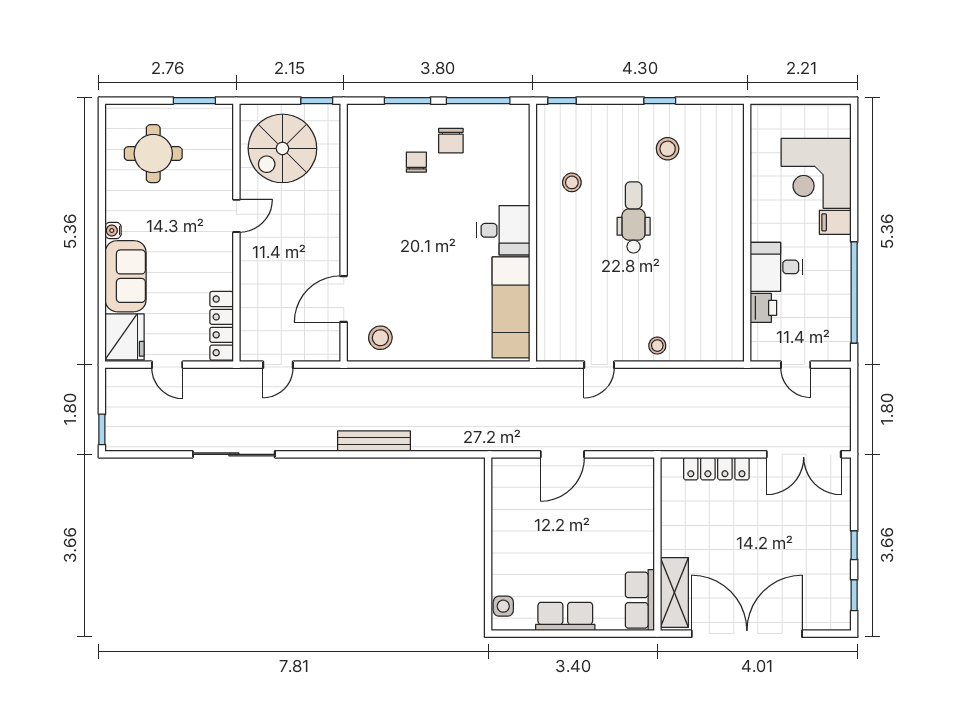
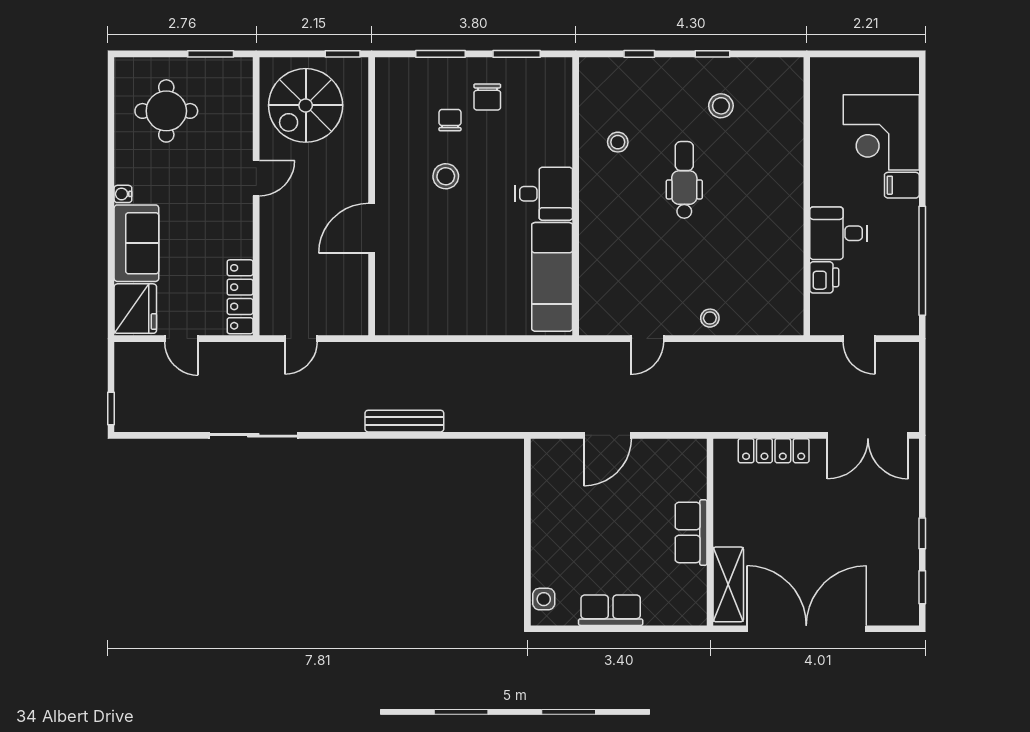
window: (478, 101) -> (517, 54), width x0.69
window: (562, 101) -> (639, 54), moved
door: (344, 299) -> (372, 228), moved
stool: (380, 338) -> (446, 176), moved
row of seats: (640, 600) -> (691, 532), moved

